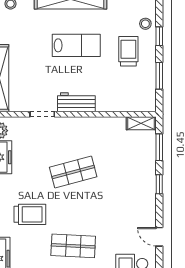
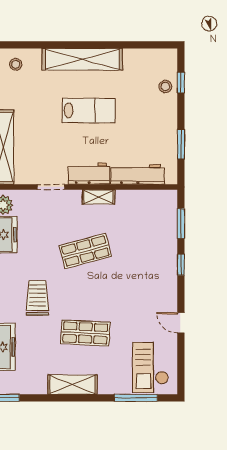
window: (159, 36) -> (181, 83), moved
trolley: (128, 51) -> (147, 117), removed
workbench: (120, 103) -> (138, 174), added
shelving: (141, 123) -> (98, 197), moved
trolley: (30, 214) -> (37, 298), turned -90

